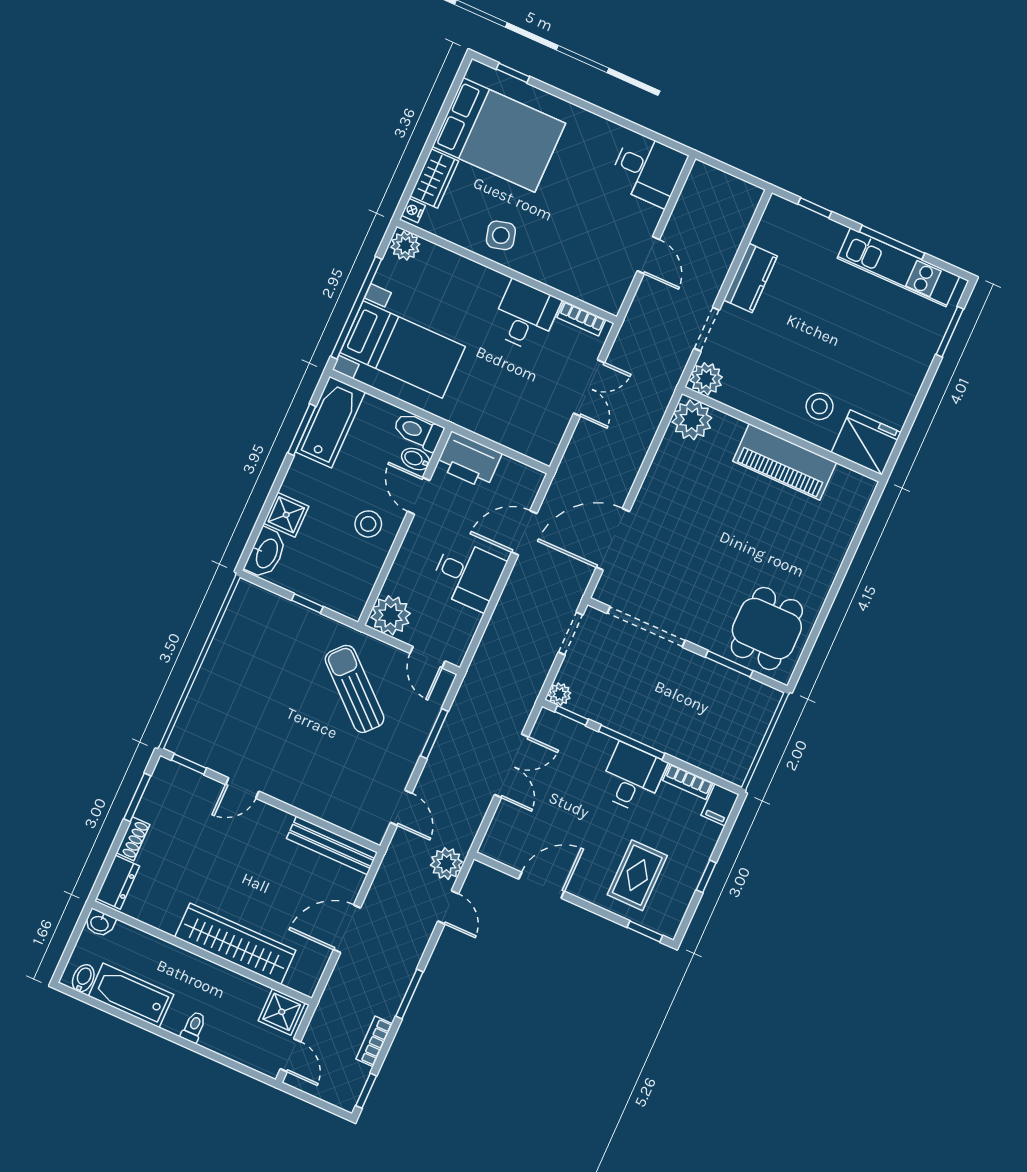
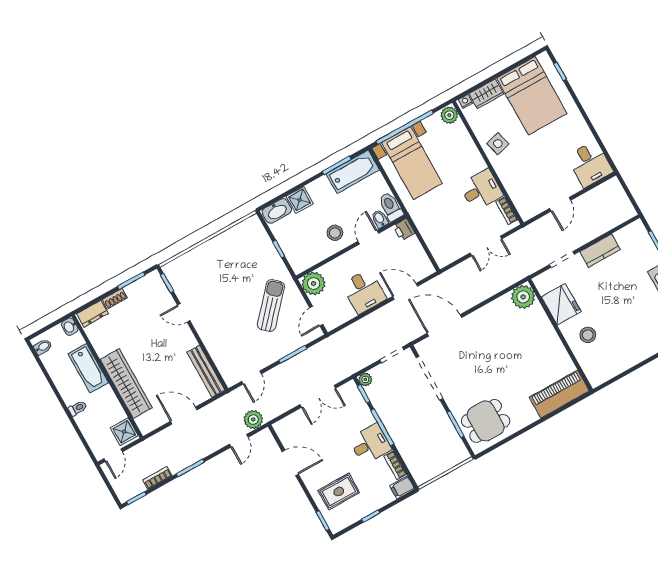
plant: (706, 379) -> (544, 283), removed
fridge: (866, 442) -> (561, 304), moved
printer: (469, 460) -> (404, 229), width x0.53, depth x0.68
piano: (785, 462) -> (559, 394), moved, turned 90
bathtub: (131, 995) -> (88, 368), moved, turned 180

